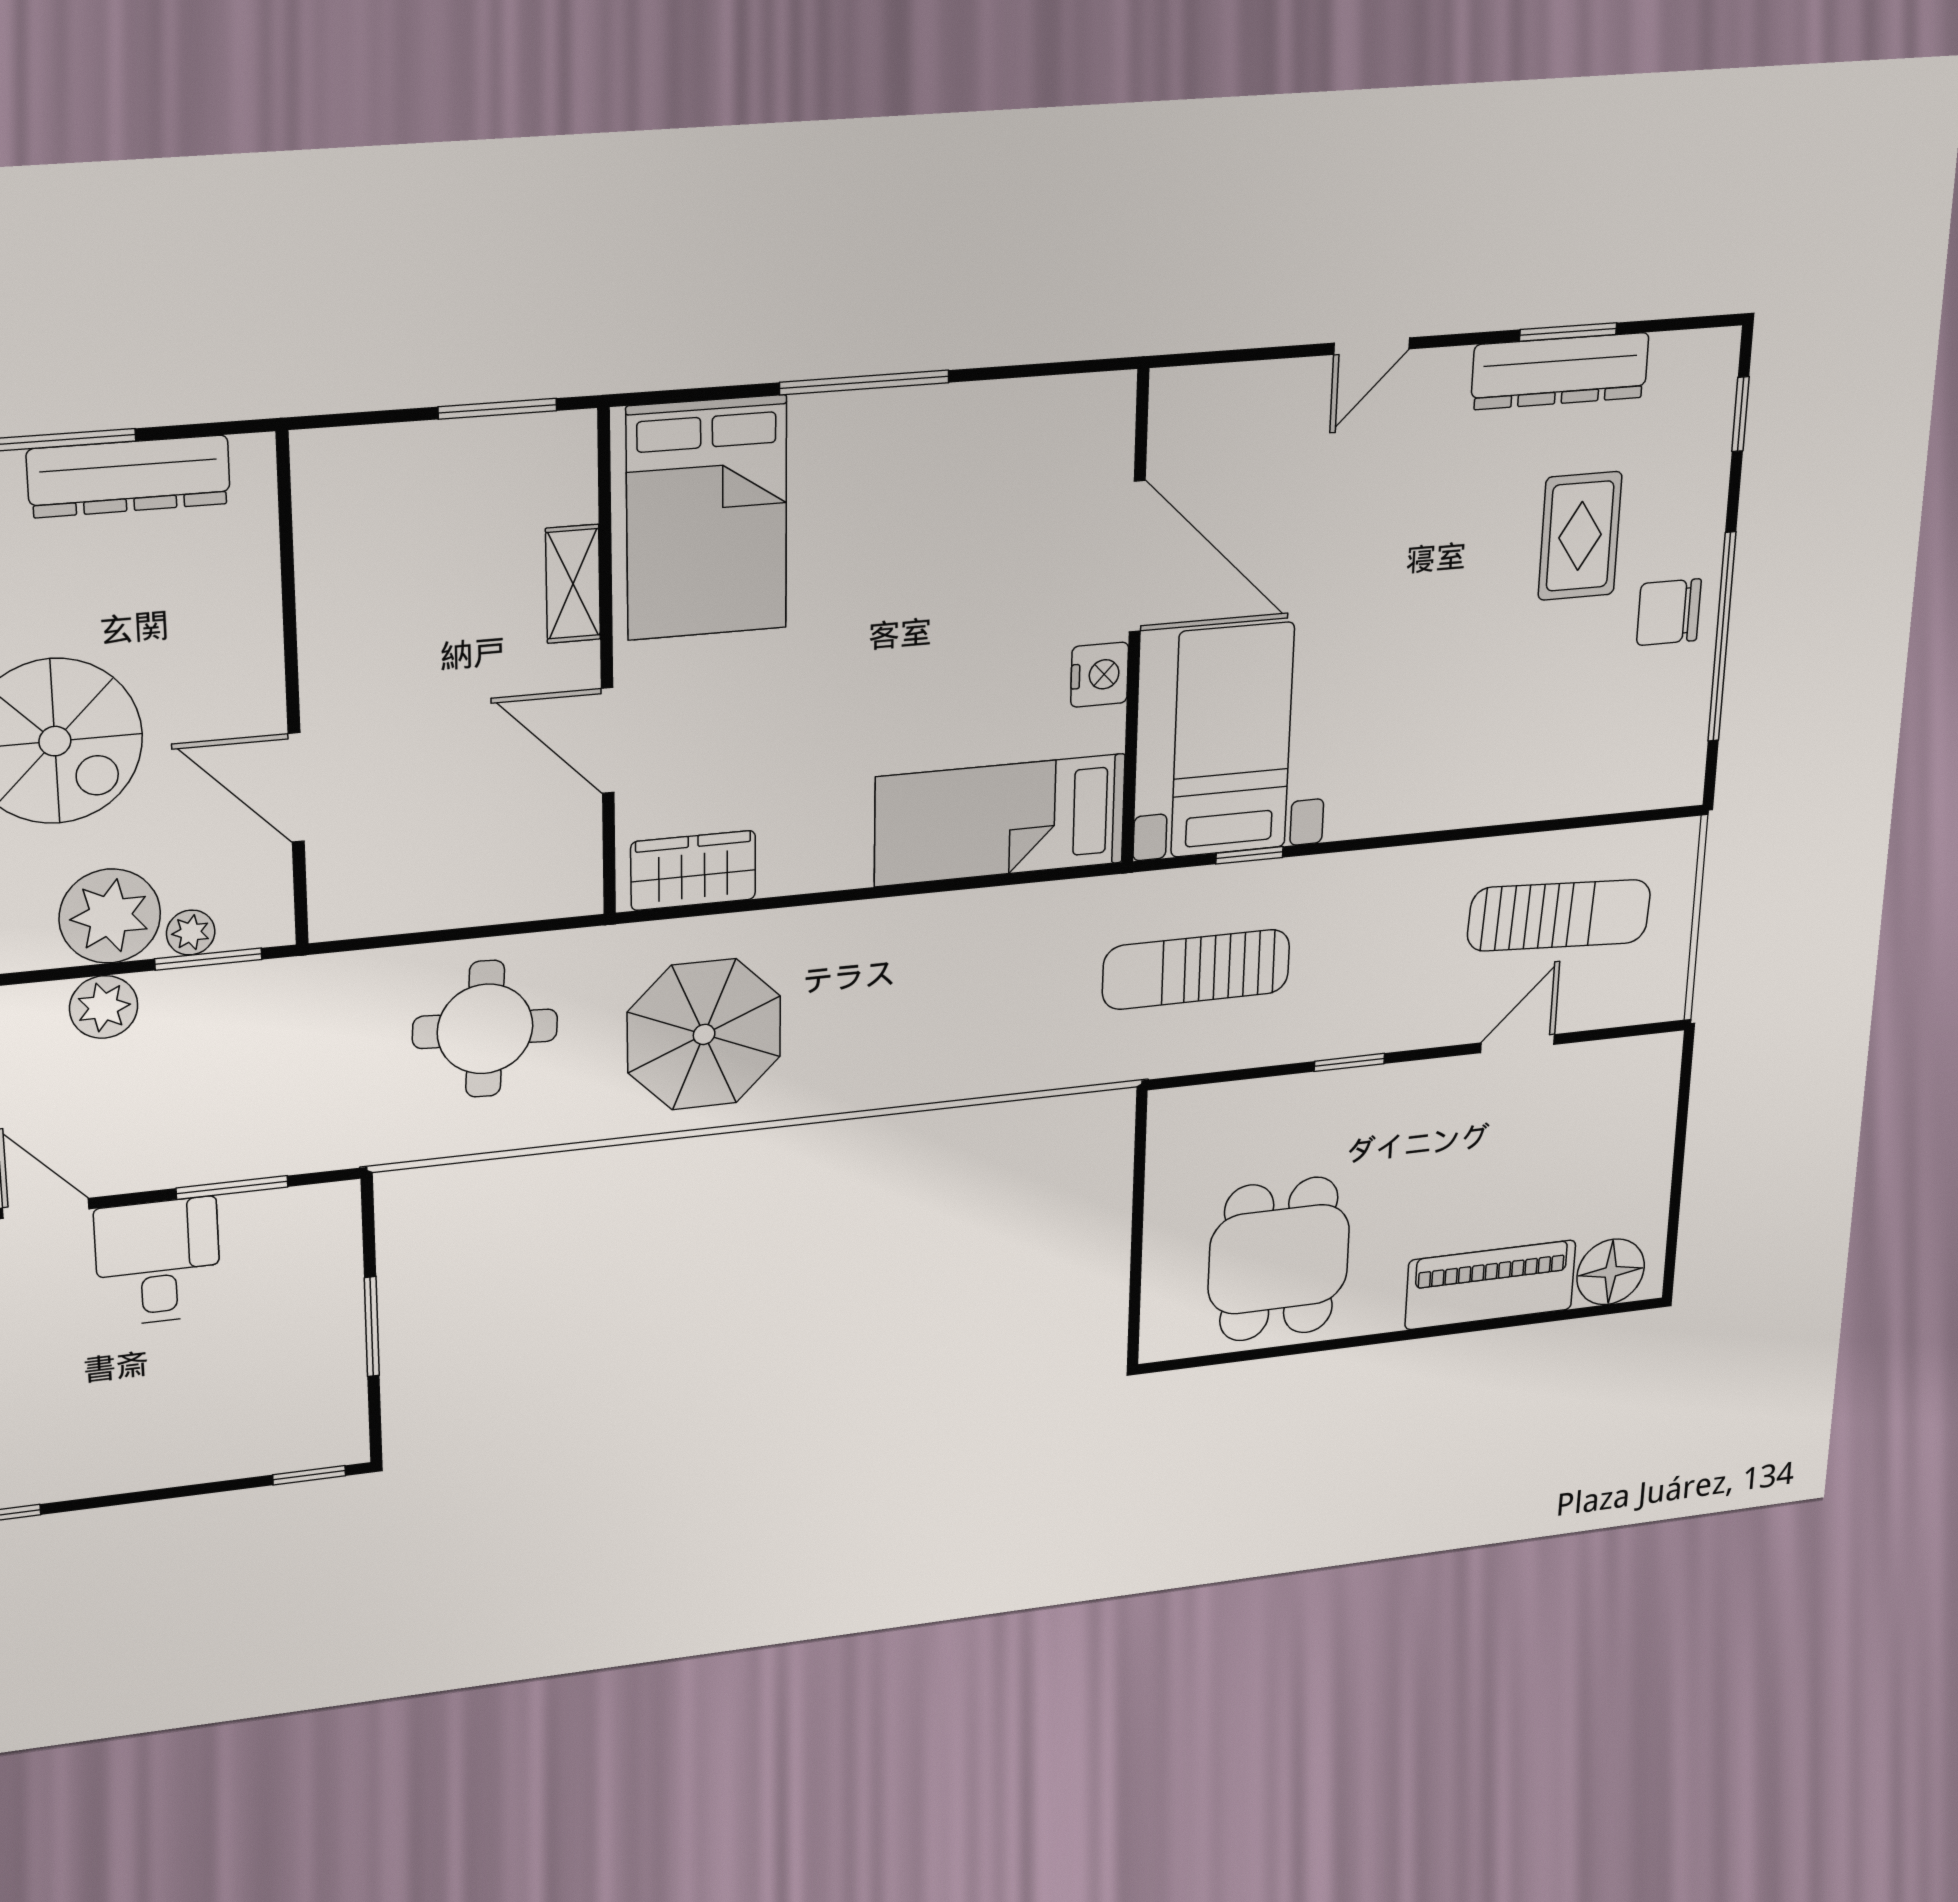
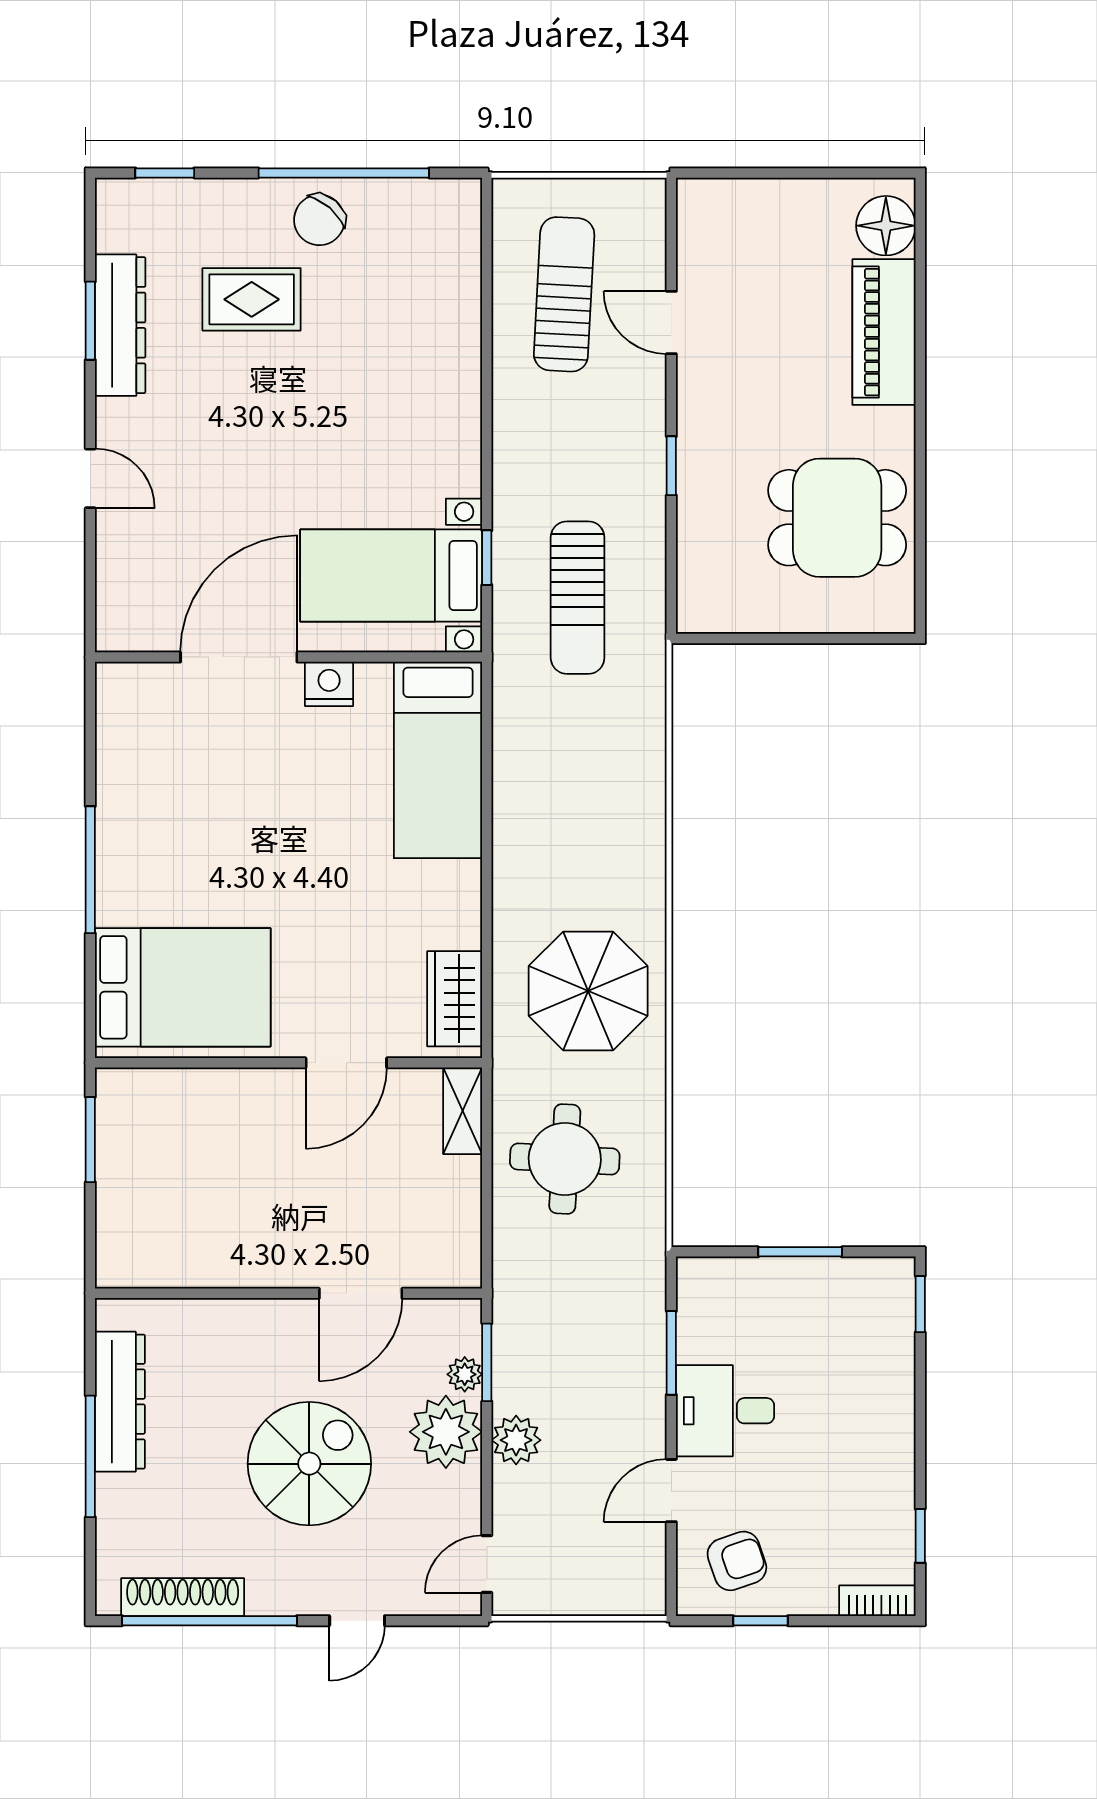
shelving: (573, 584) -> (463, 1111), moved, turned 90
chair: (1669, 612) -> (319, 220), turned 41

